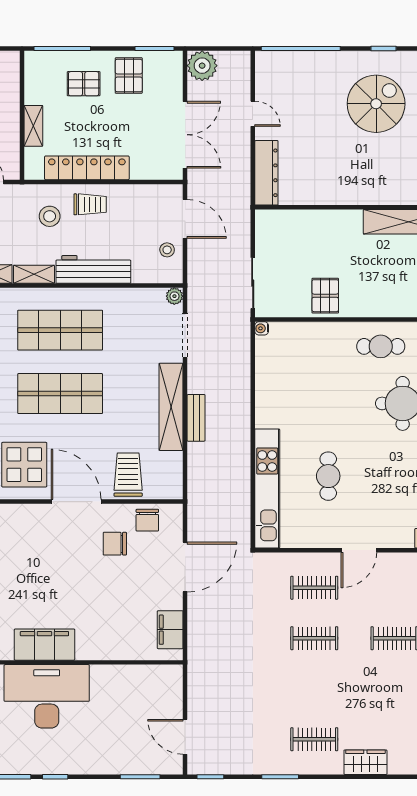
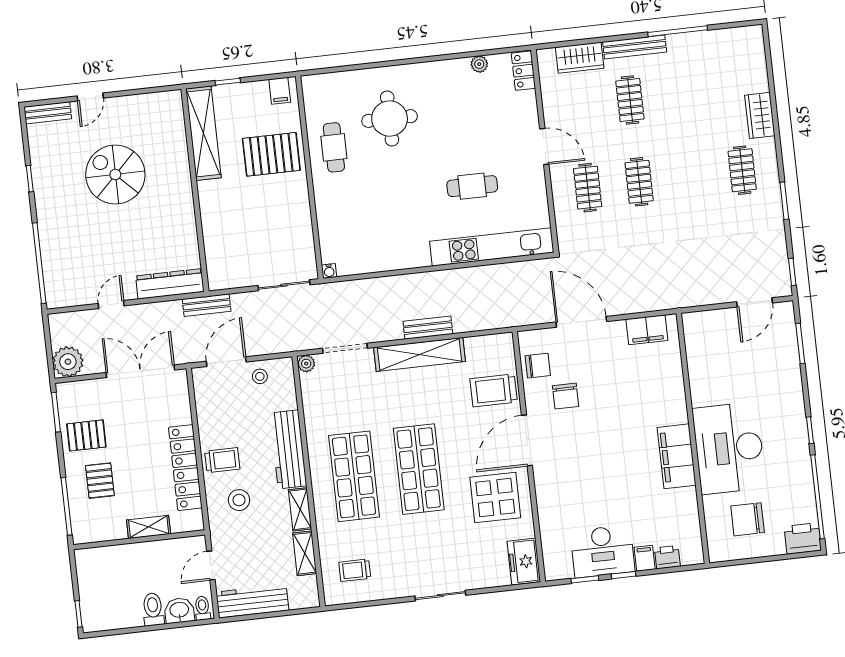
spiral stairs: (376, 104) -> (115, 175), moved
trolley: (90, 204) -> (222, 460), turned 90
bench: (242, 206) -> (207, 305), added
pallet: (325, 296) -> (271, 154), moved, width x1.50, depth x1.42

